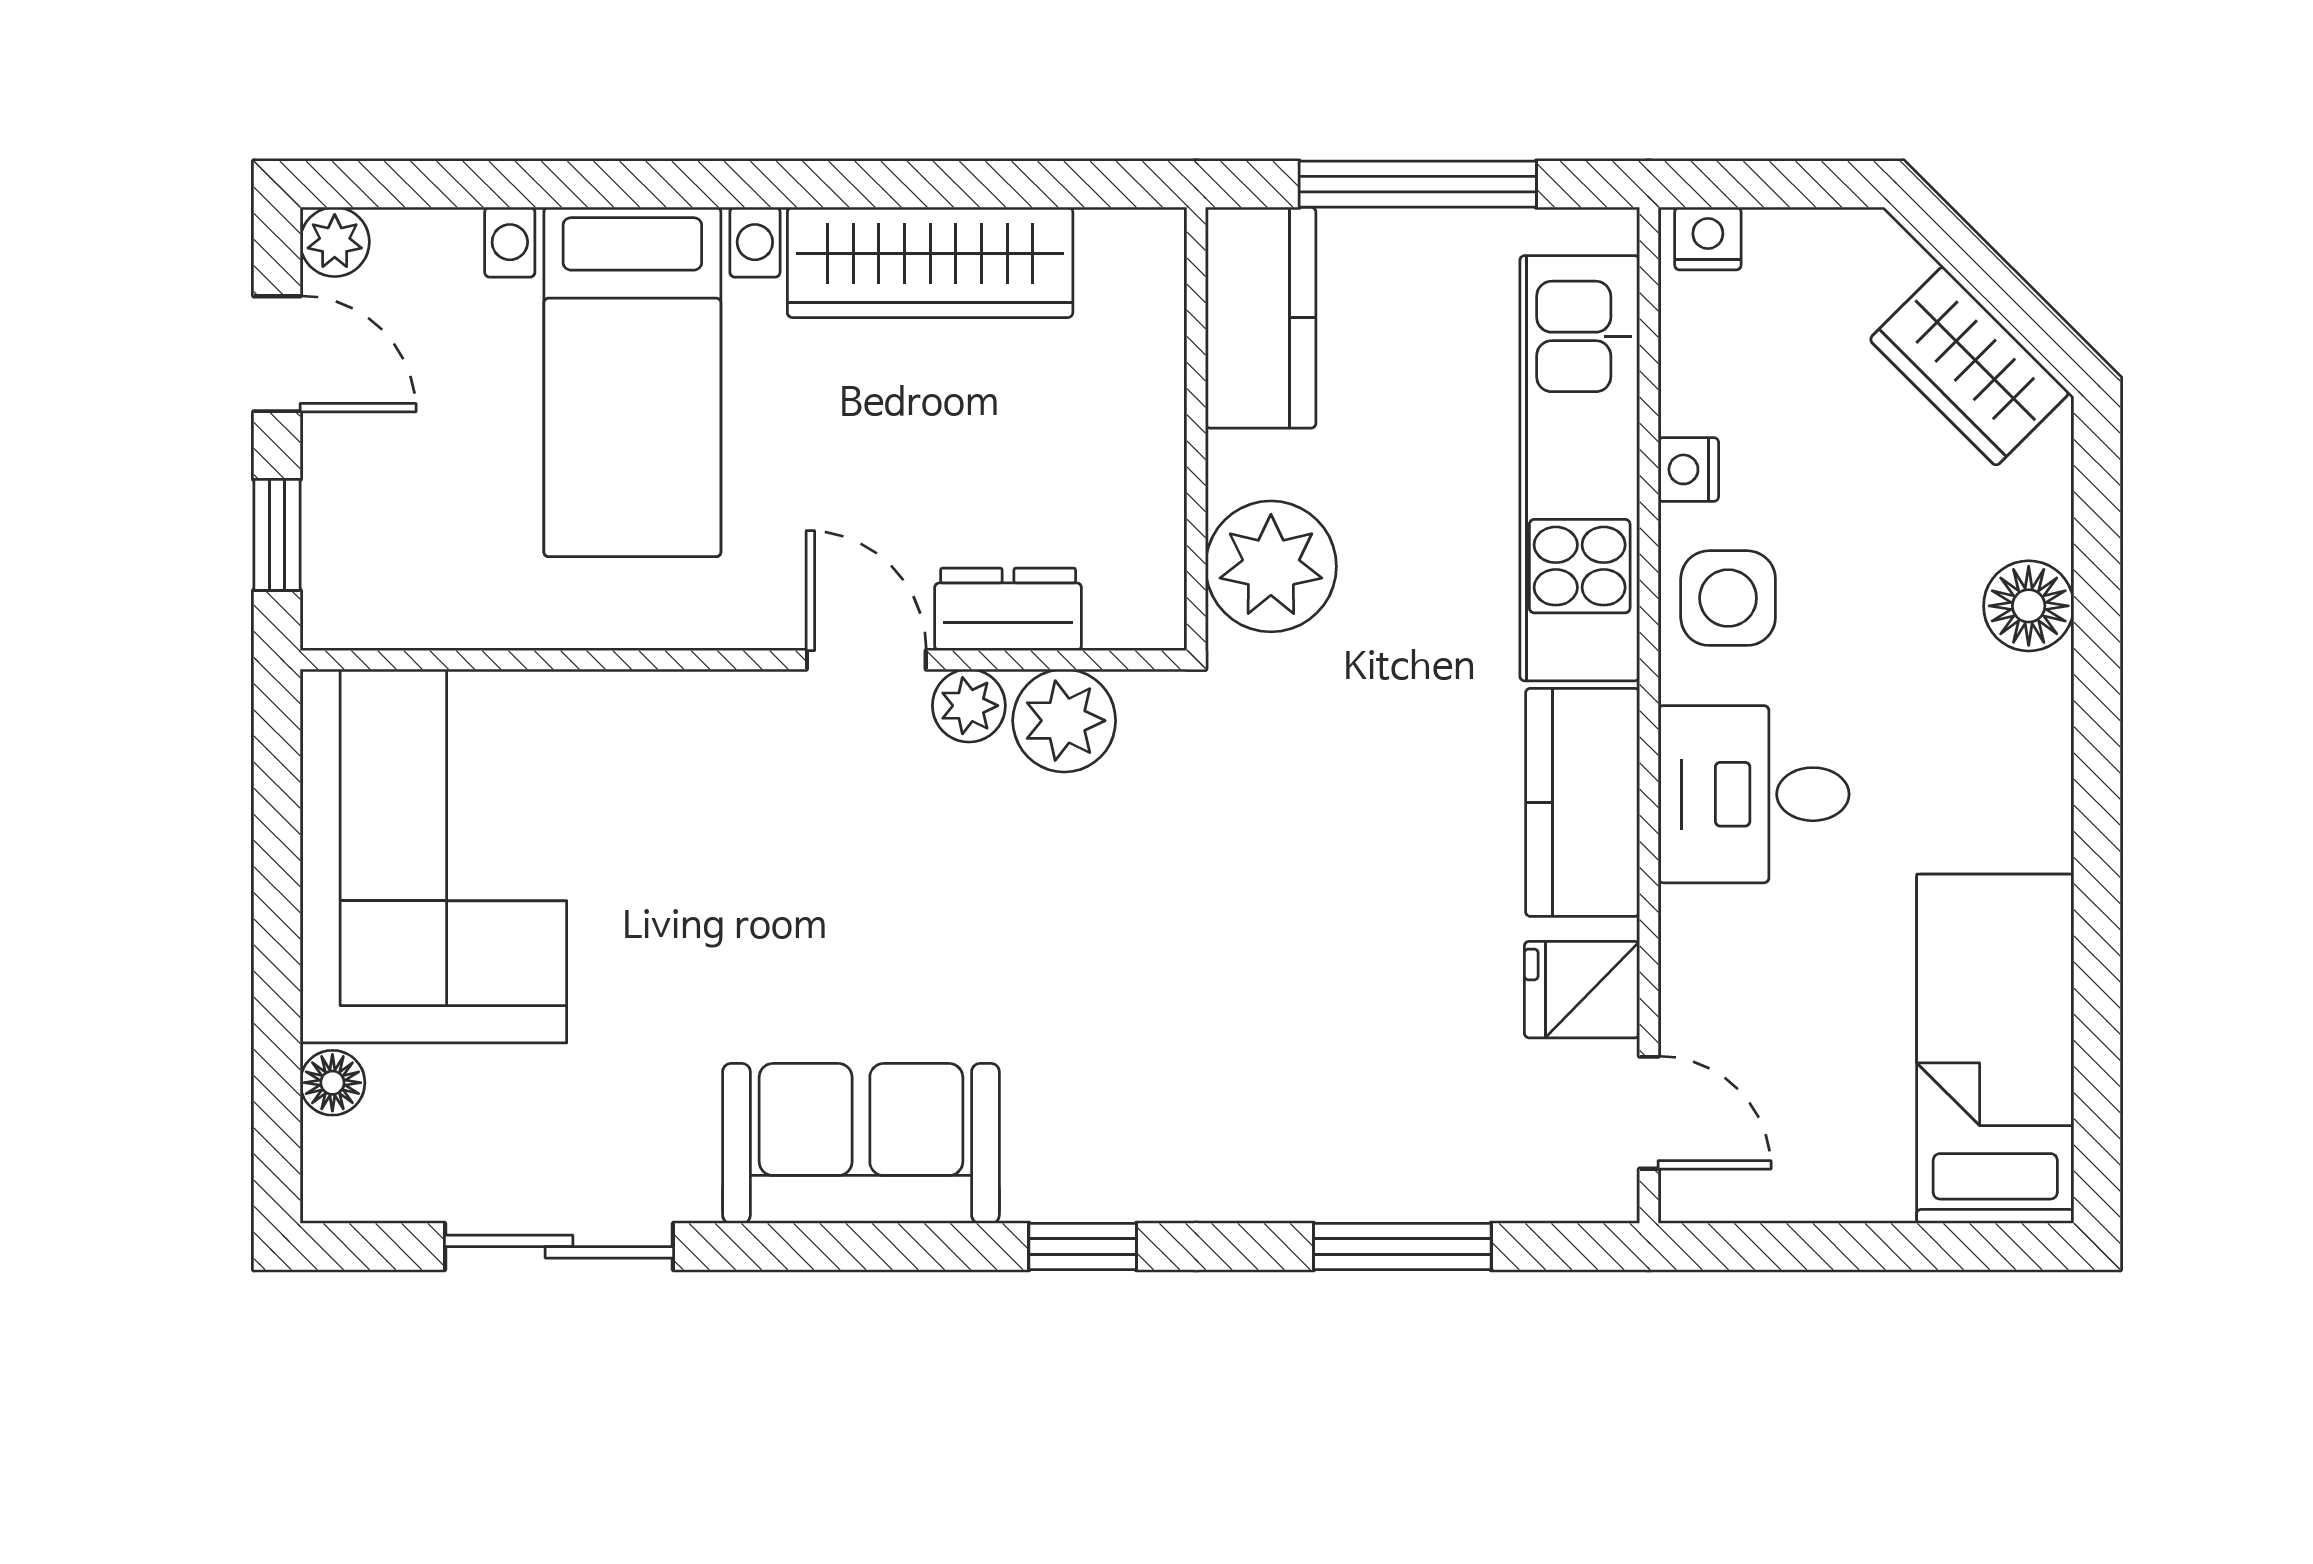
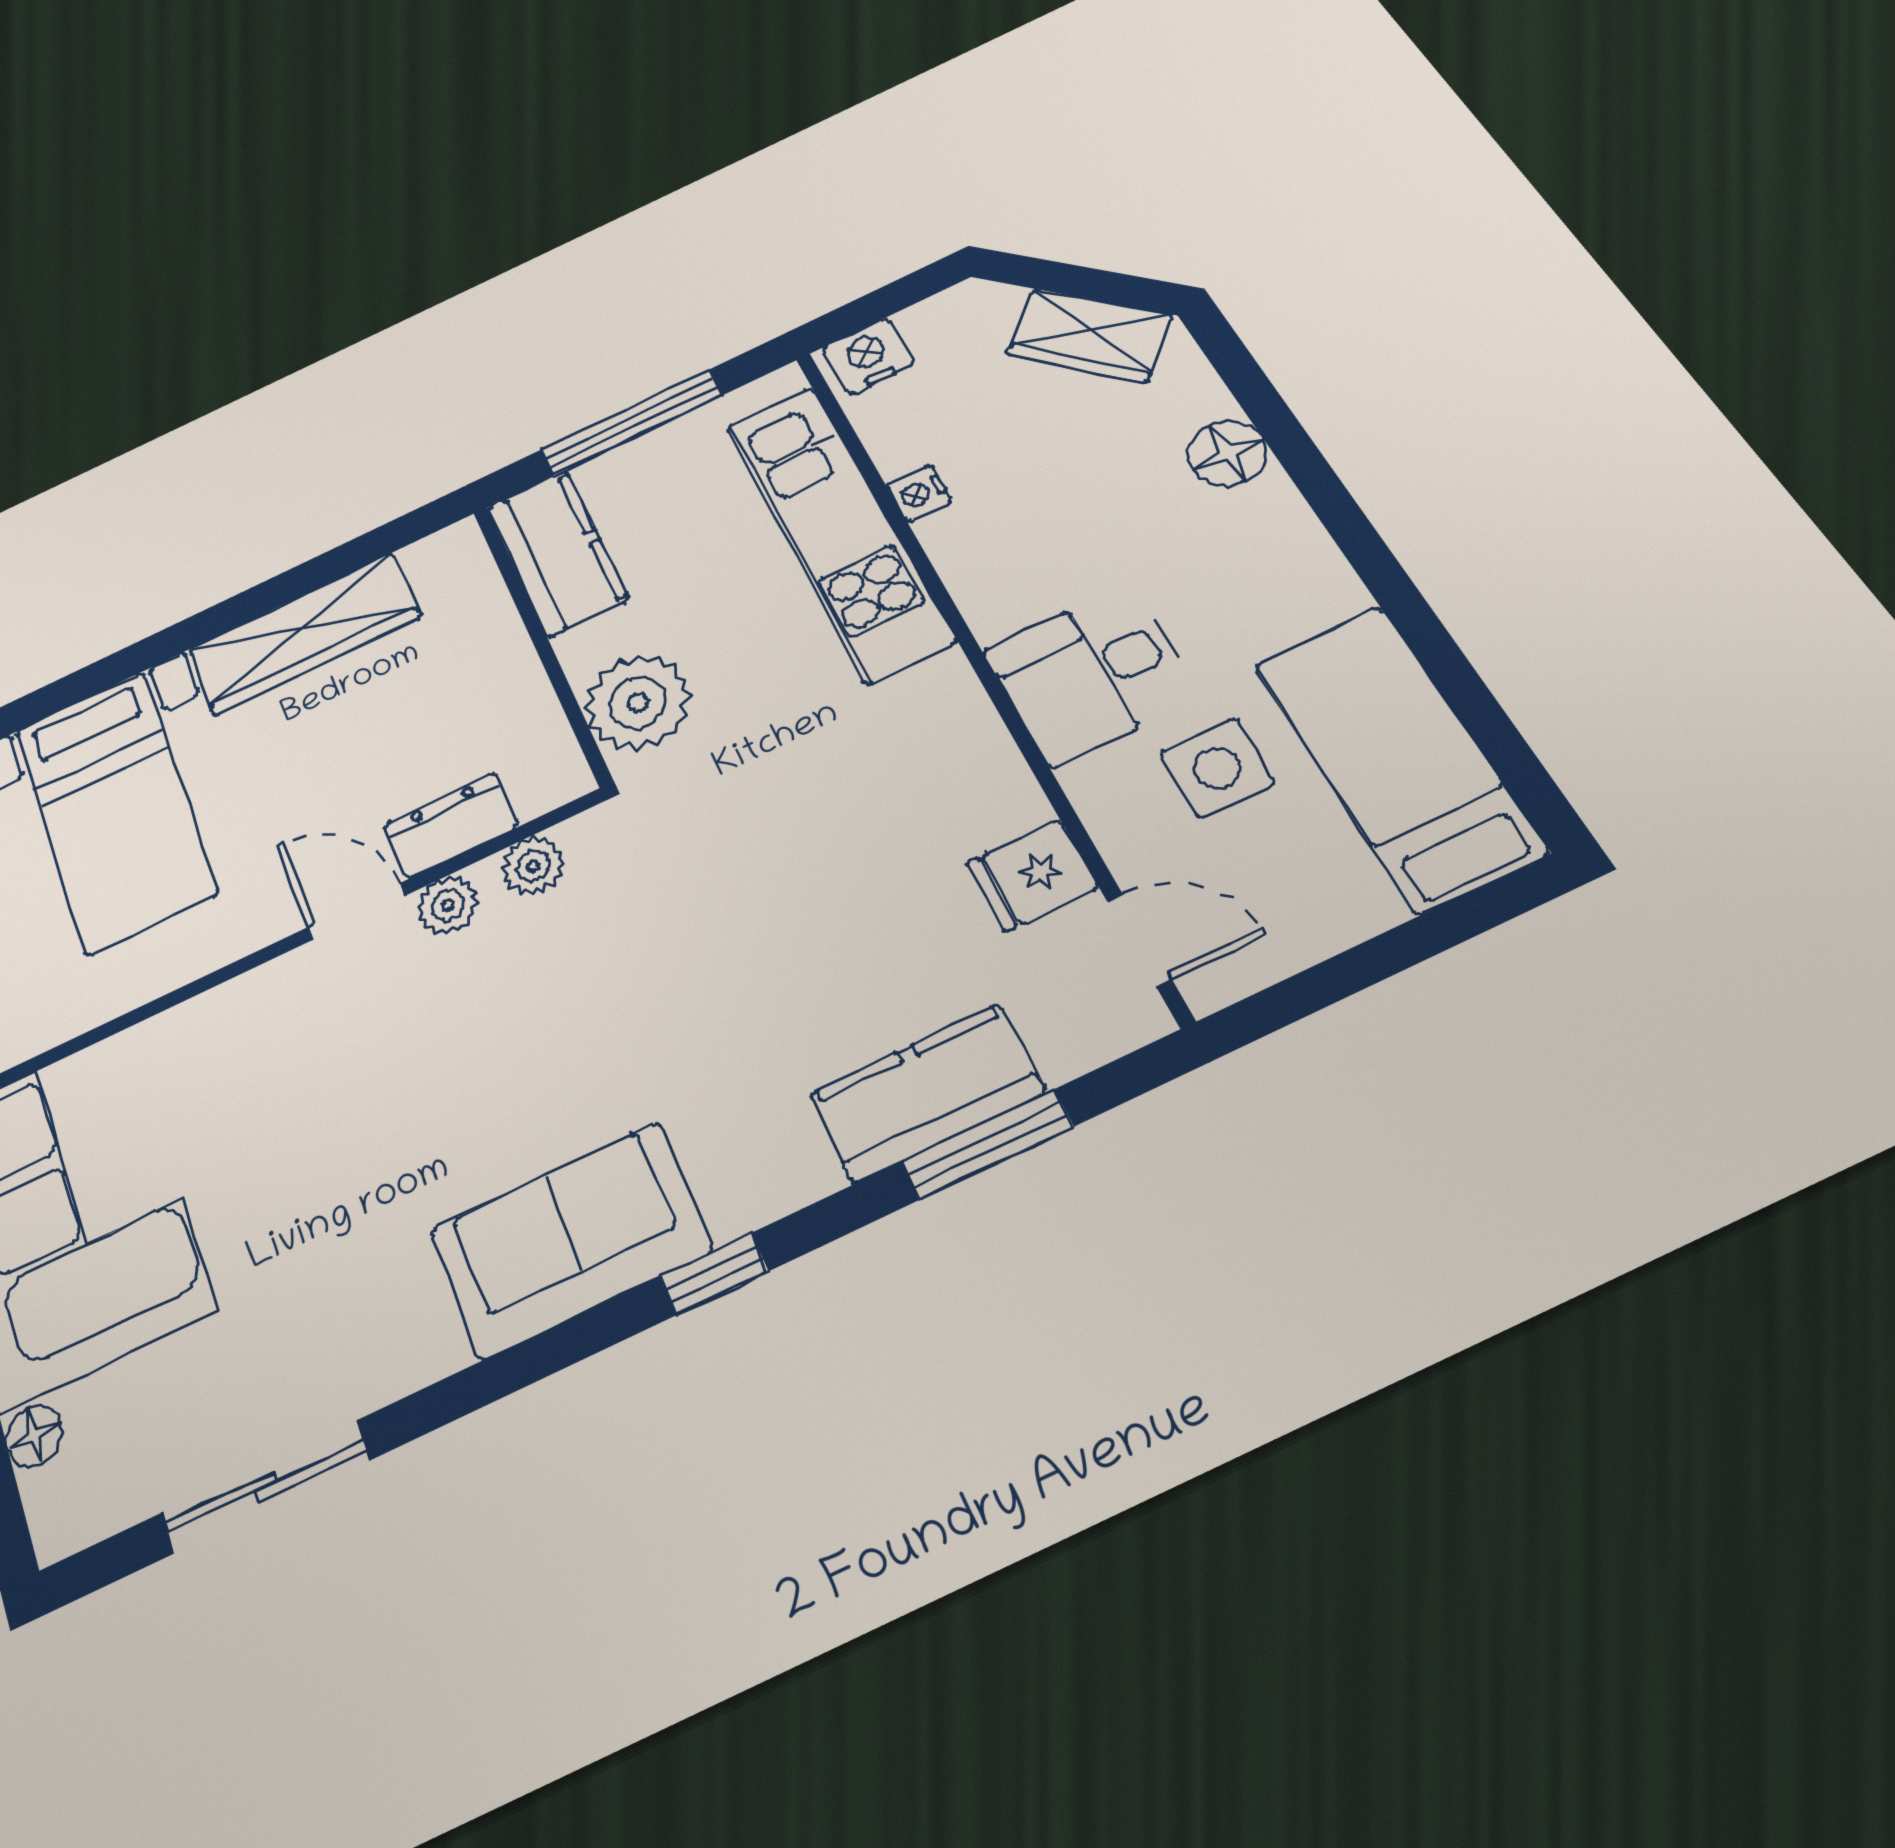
nightstand: (1708, 239) -> (868, 356), width x1.39, depth x1.35
side table: (1728, 598) -> (1217, 768), moved
plant: (1064, 721) -> (533, 866), width x0.73, depth x0.73
kitchen counter: (1583, 802) -> (927, 1093), moved, turned 90
sofa: (861, 1143) -> (570, 1240), moved

